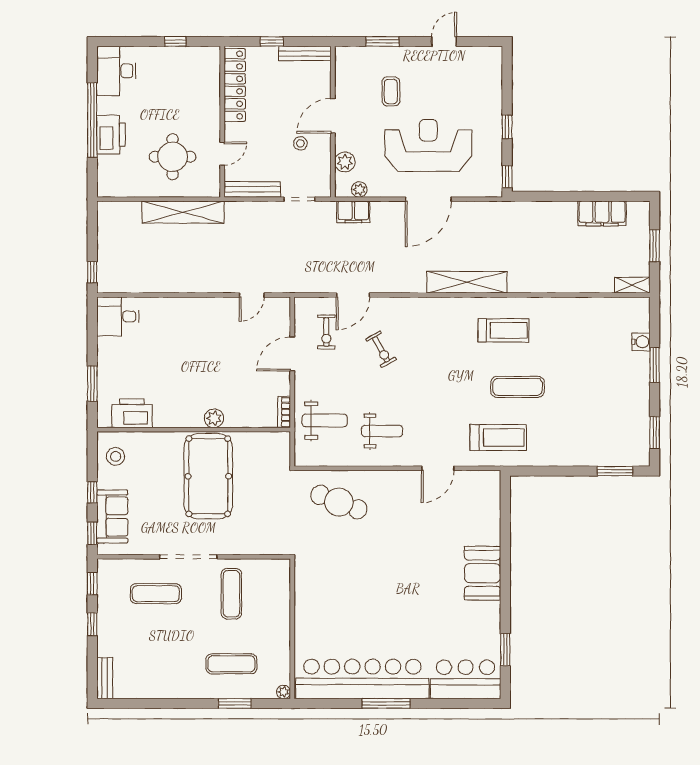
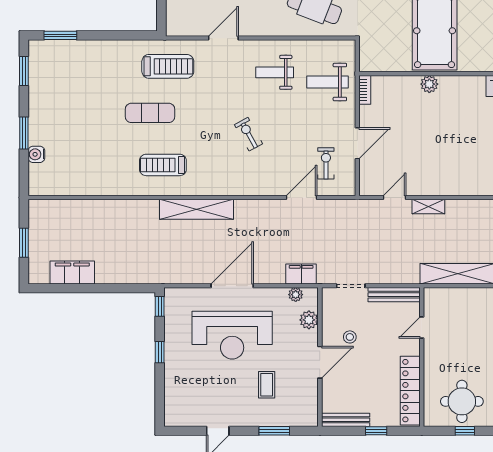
round table: (173, 157) -> (462, 401), moved
shelving: (632, 285) -> (428, 207), moved
exercise bike: (381, 349) -> (249, 134), moved
treadmill: (498, 438) -> (168, 66), turned 180

